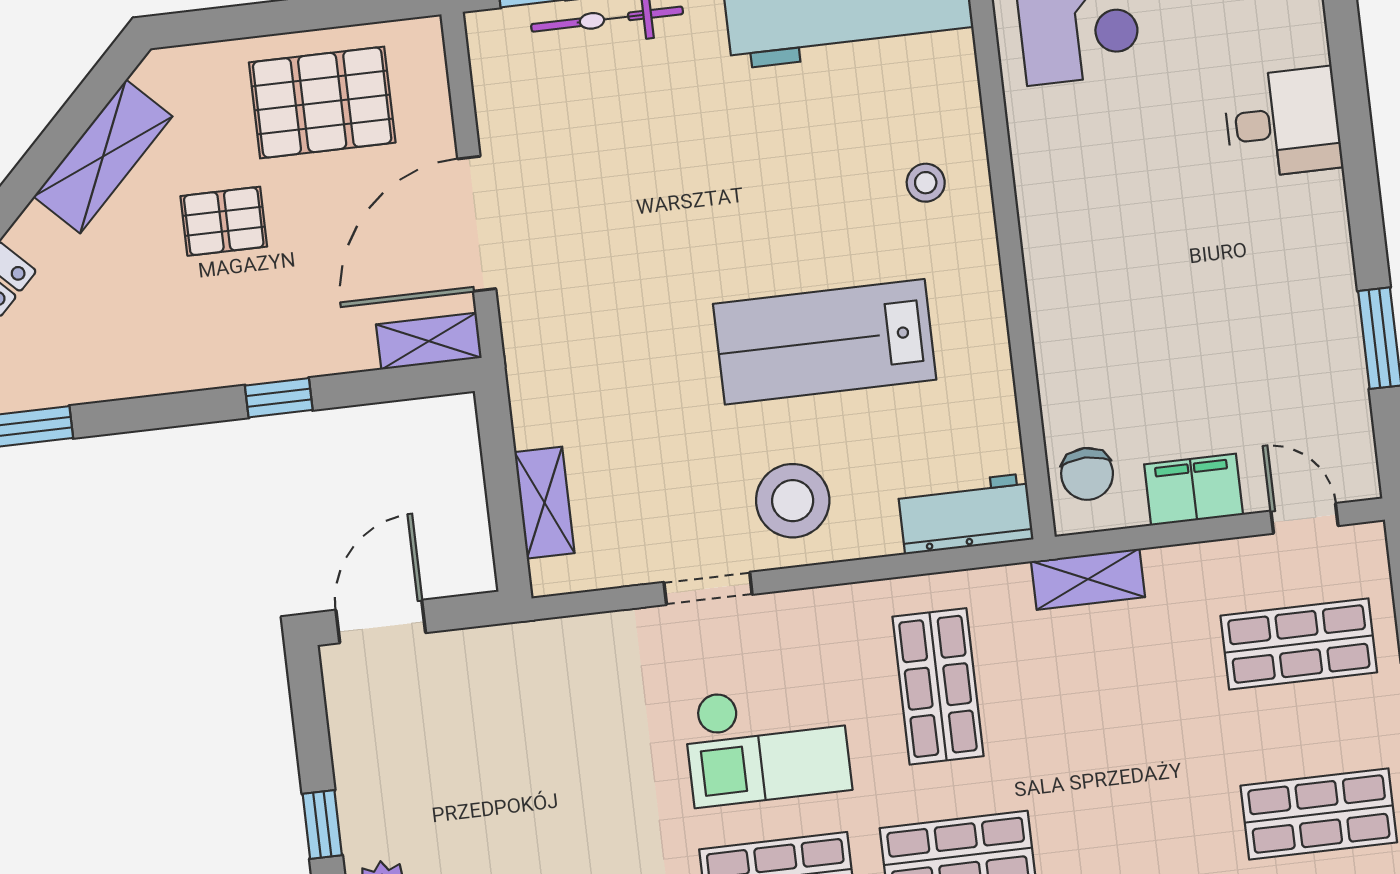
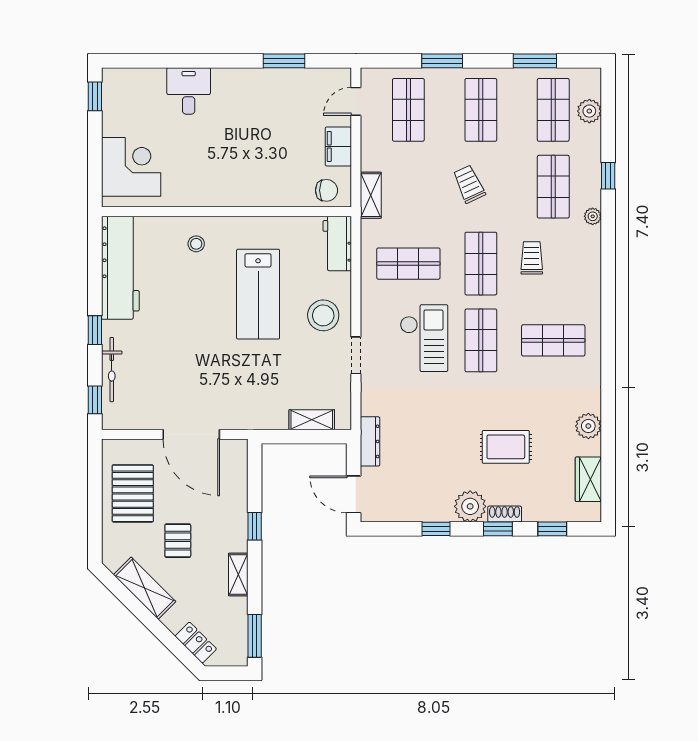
shelving: (429, 341) -> (238, 574), moved
dresser: (510, 645) -> (370, 441), added
trolley: (1141, 807) -> (469, 184), added

